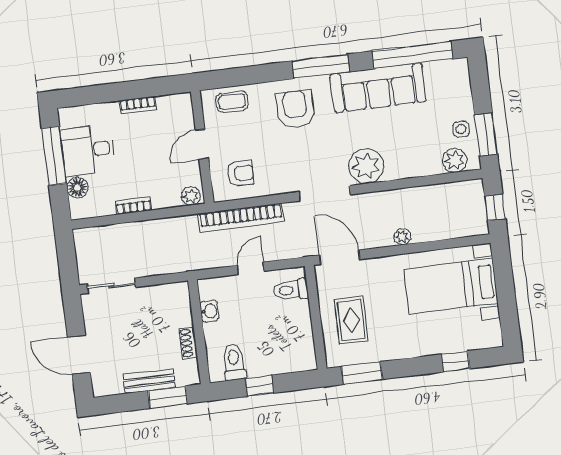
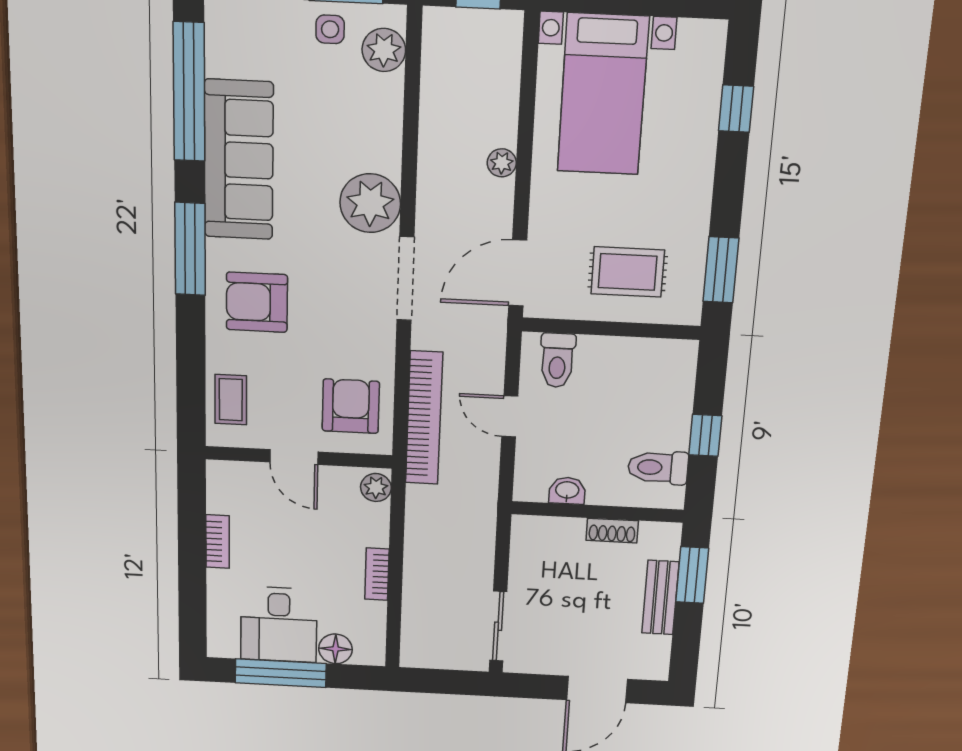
armchair: (241, 173) -> (351, 406), width x1.38, depth x1.38

